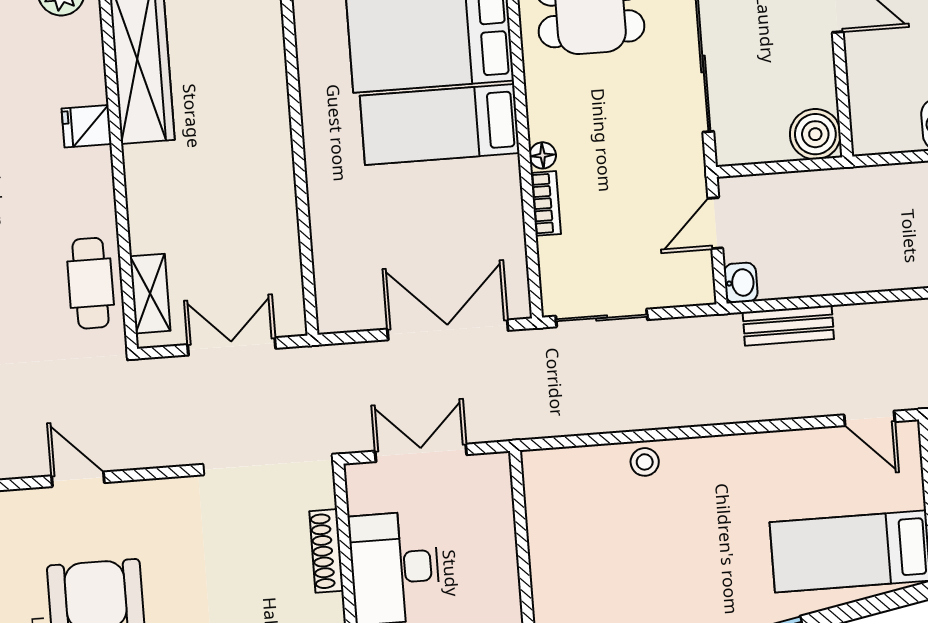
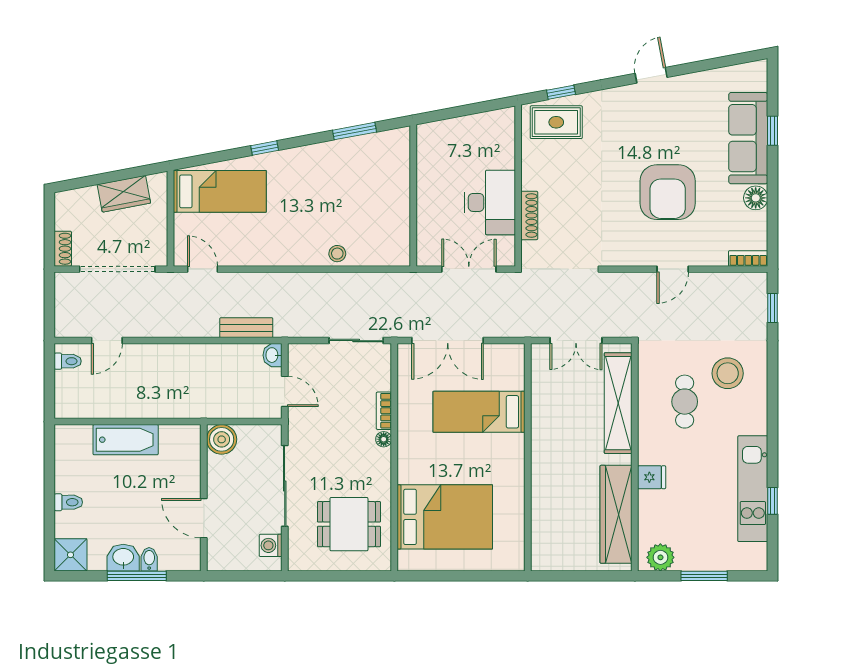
bed: (440, 124) -> (479, 412), moved, turned 180
door: (715, 223) -> (285, 391), hinge flipped
cafe table: (91, 283) -> (685, 402), moved
shelving: (150, 294) -> (618, 403), width x2.20, depth x1.33
double door: (421, 453) -> (469, 269), swing flipped
door: (78, 479) -> (673, 269), hinge flipped

